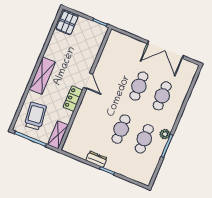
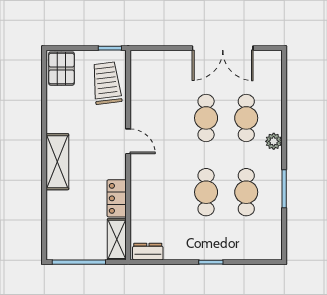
locker: (73, 99) -> (117, 198), moved
trolley: (35, 116) -> (107, 83), moved
plant: (165, 134) -> (274, 141), moved
dresser: (96, 159) -> (148, 252), moved

